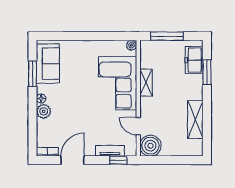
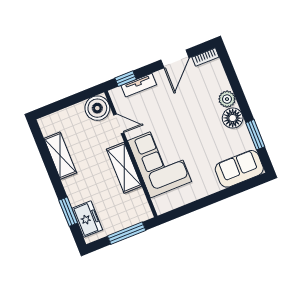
plant: (131, 45) -> (161, 208), removed
sofa: (48, 64) -> (239, 169), moved, turned 90
shelving: (146, 83) -> (124, 168), width x1.50, depth x1.33
floor lamp: (41, 98) -> (233, 118), width x1.89, depth x1.89

